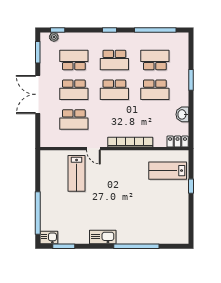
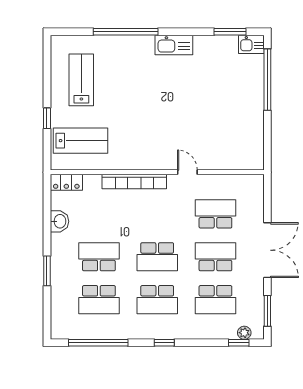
school desk: (114, 60) -> (157, 300), turned 180
school desk: (114, 90) -> (157, 257), turned 180
lab bench: (77, 173) -> (81, 80), moved

